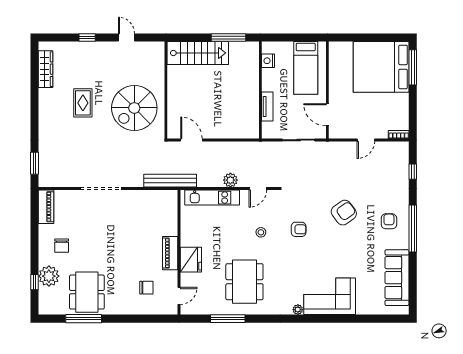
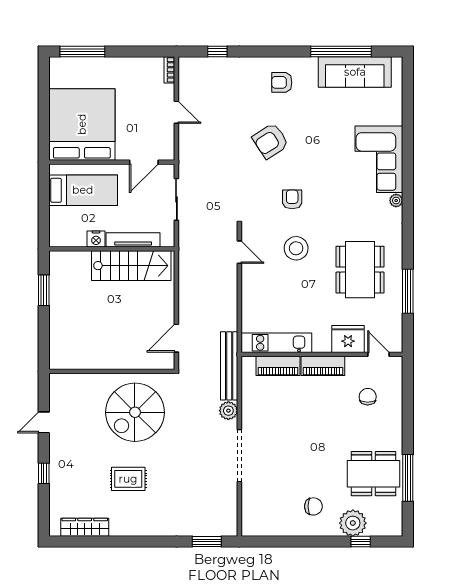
window: (228, 37) -> (44, 290), width x0.69
stairs: (198, 53) -> (131, 266), moved, turned 90
nightstand: (268, 61) -> (96, 239), moved
bed: (381, 67) -> (82, 124), moved, turned 180
tv unit: (267, 107) -> (133, 240), width x1.41
spiral stairs: (134, 108) -> (135, 412), turned 90
plant: (230, 180) -> (228, 411), moved
kitchen unit: (212, 198) -> (276, 343), moved, turned -90
piano: (46, 207) -> (278, 366), moved, turned 180
armchair: (344, 213) -> (271, 141), turned -87
window: (413, 229) -> (341, 51), moved
stool: (261, 232) -> (296, 248), width x1.89, depth x1.89
fridge: (191, 260) -> (348, 339), moved
dining table: (244, 282) -> (360, 270), turned 90

